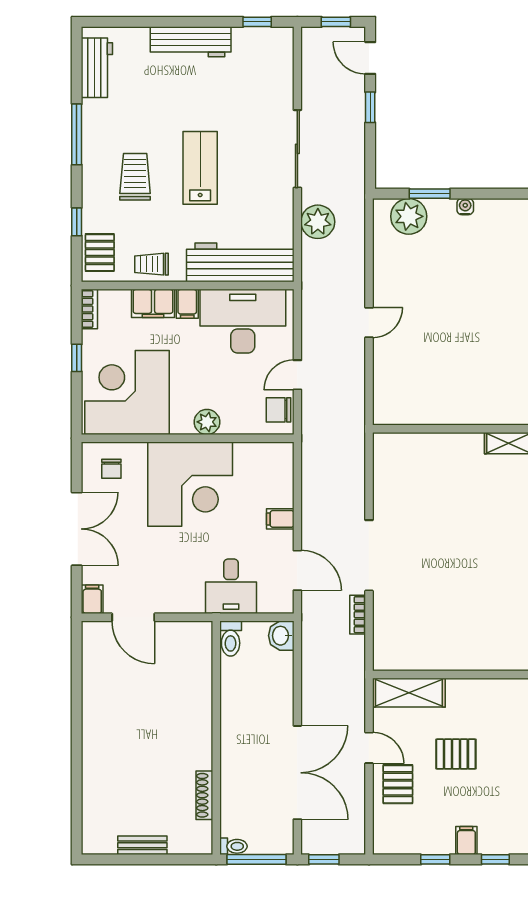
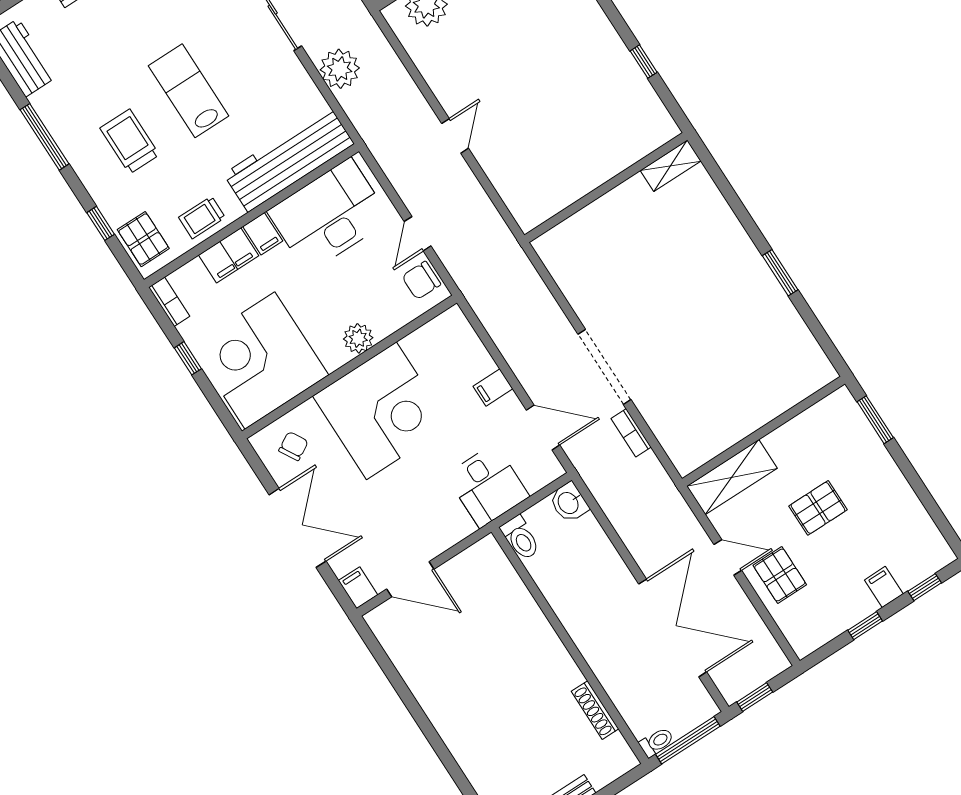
chair: (111, 469) -> (293, 446), turned -120

